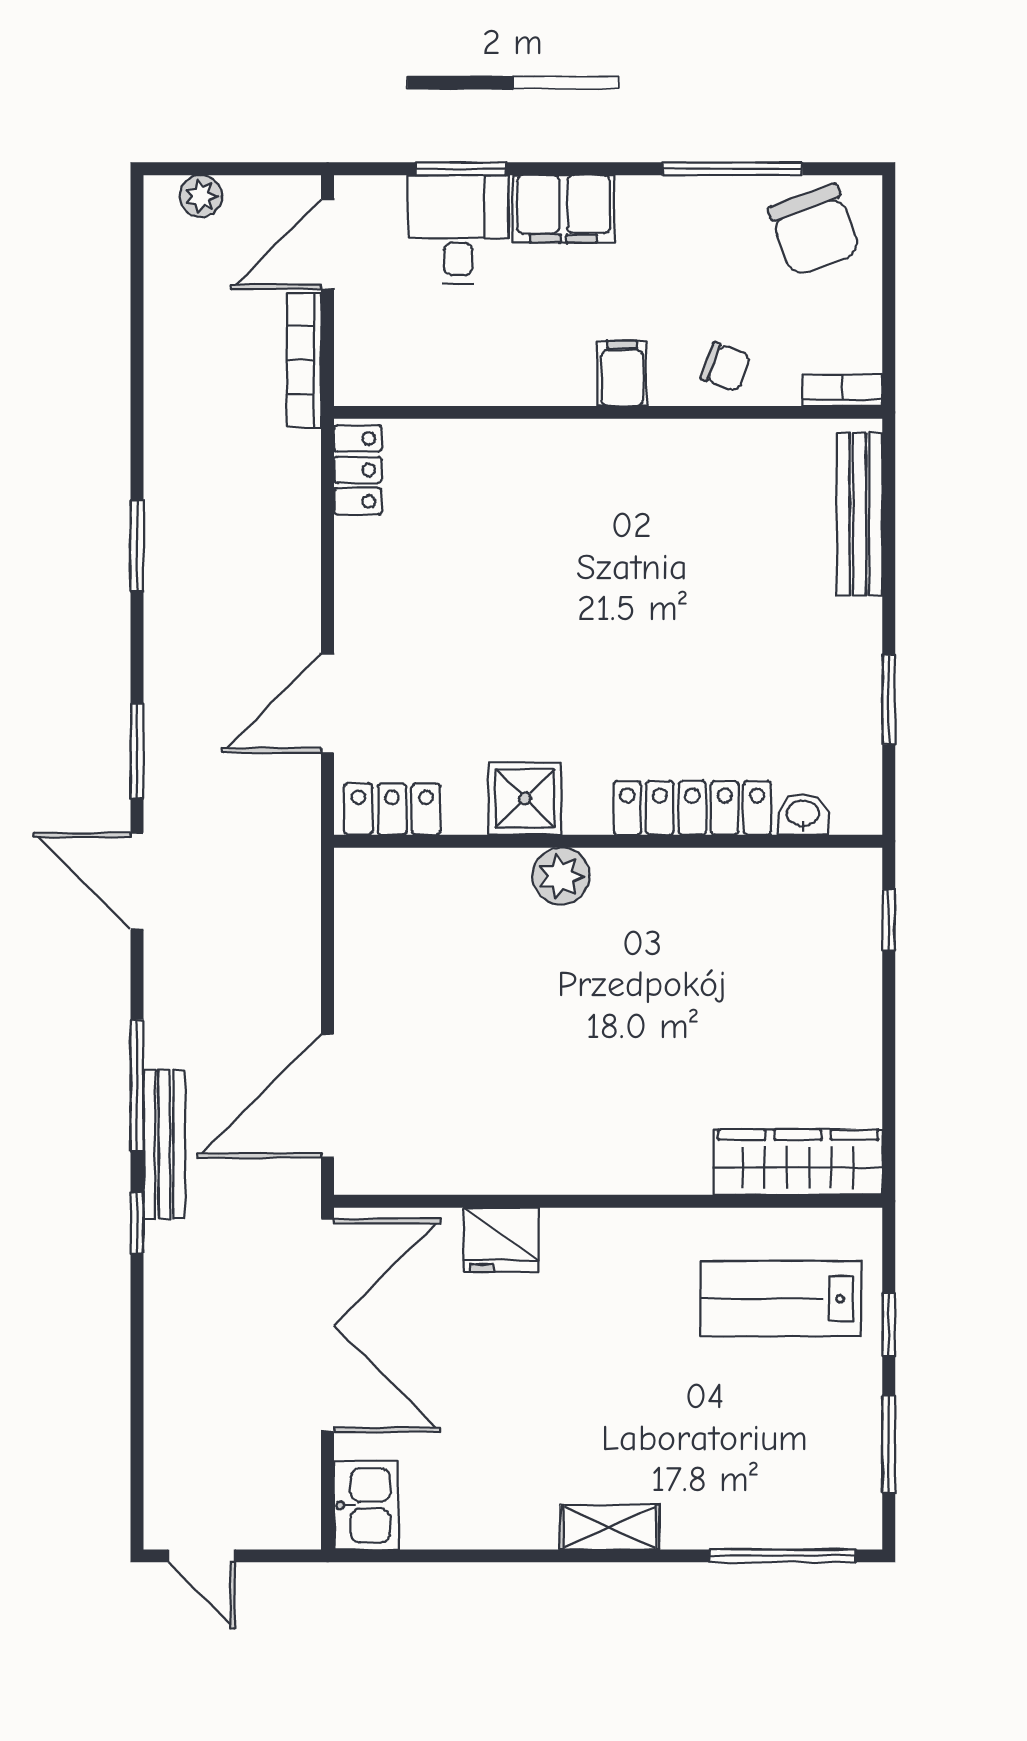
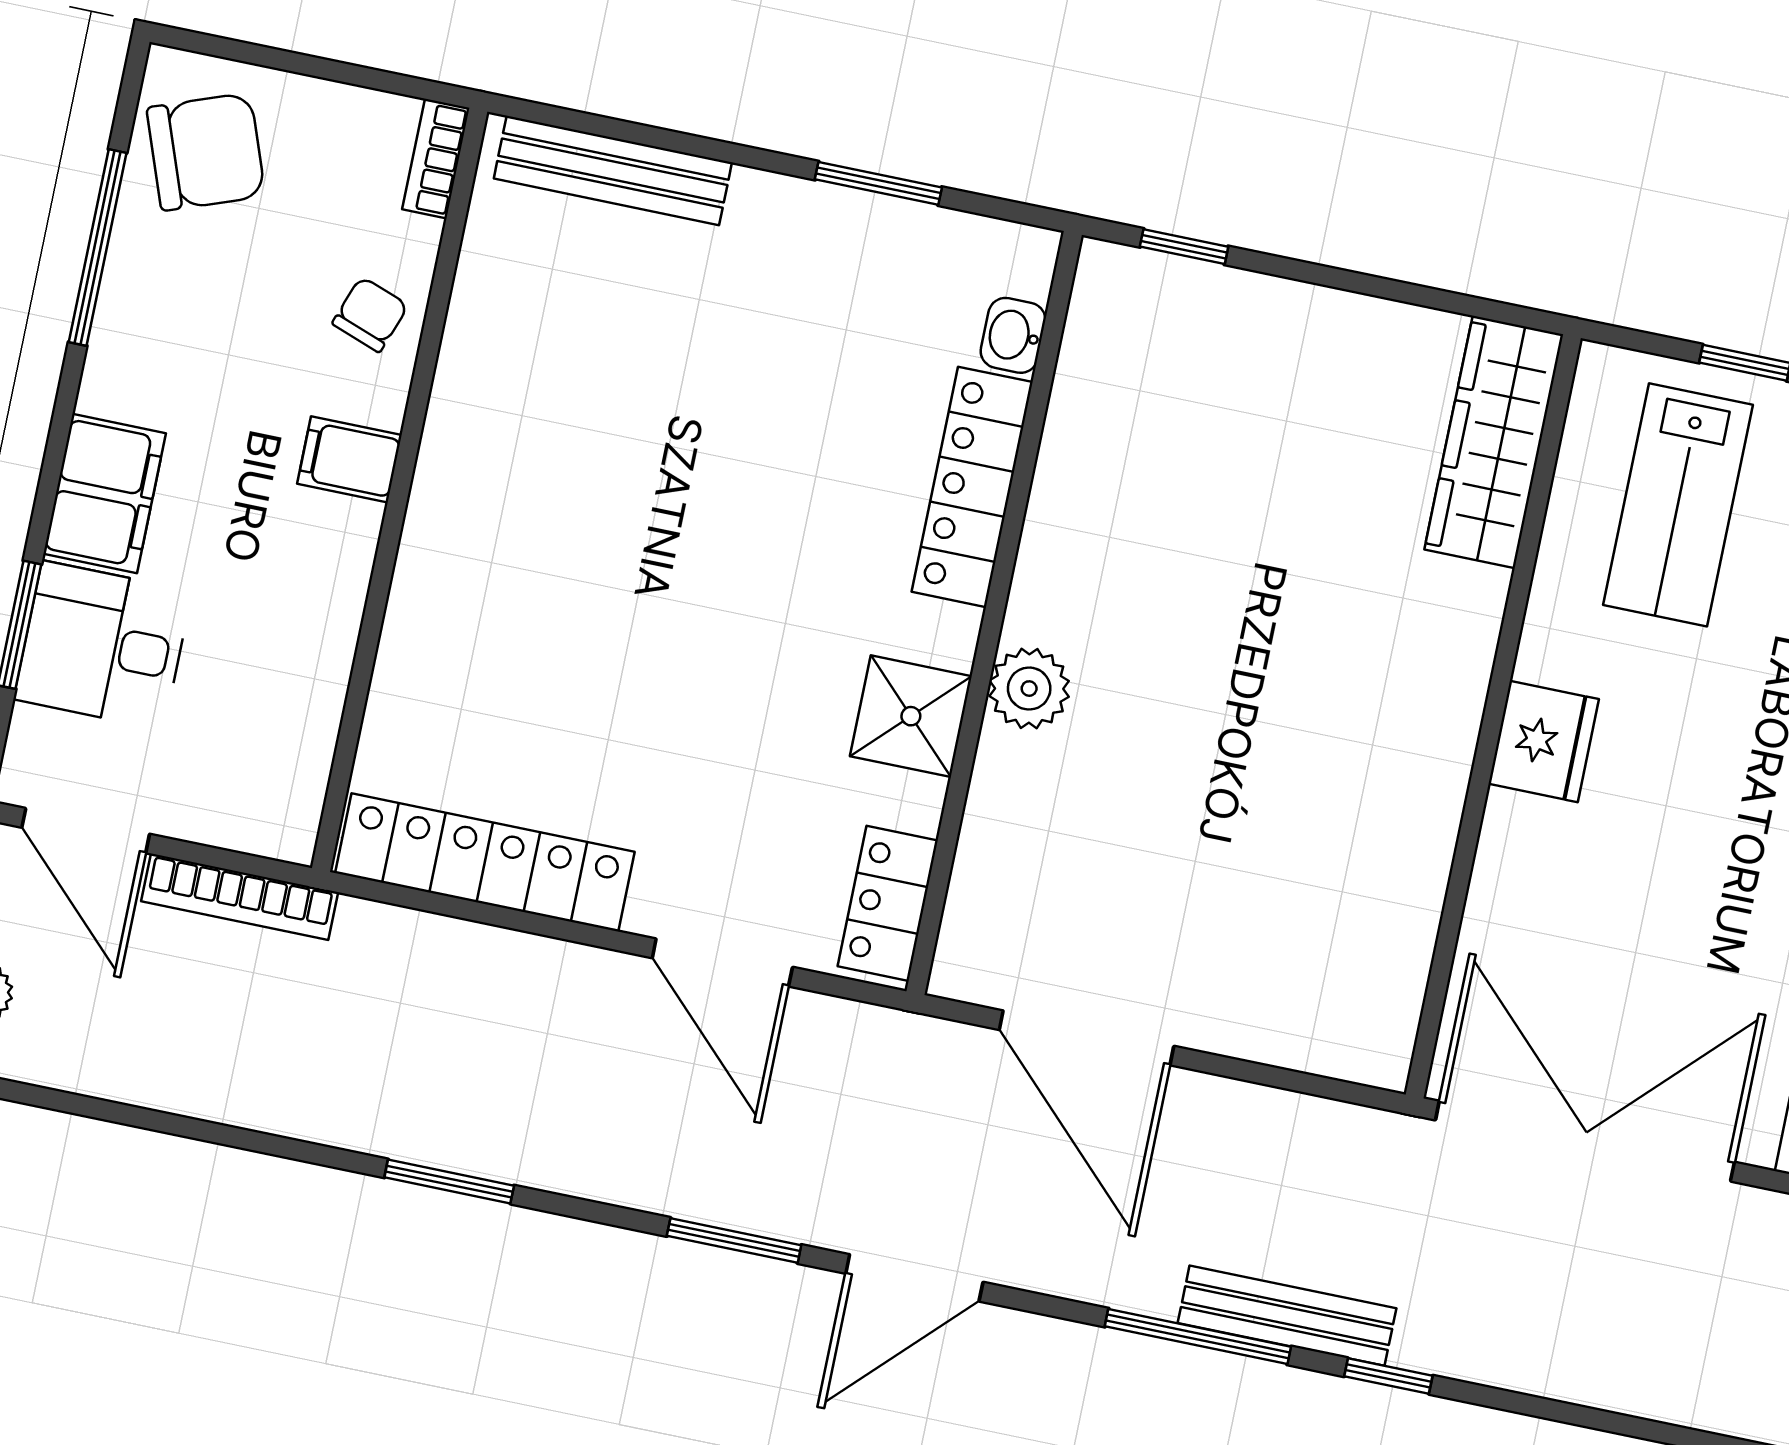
locker: (358, 470) -> (485, 862), width x2.16, depth x1.21
door: (328, 1096) -> (1087, 1038), moved
fridge: (501, 1240) -> (1544, 741), moved

